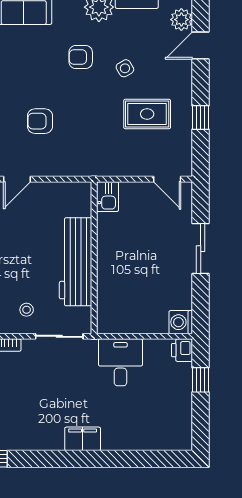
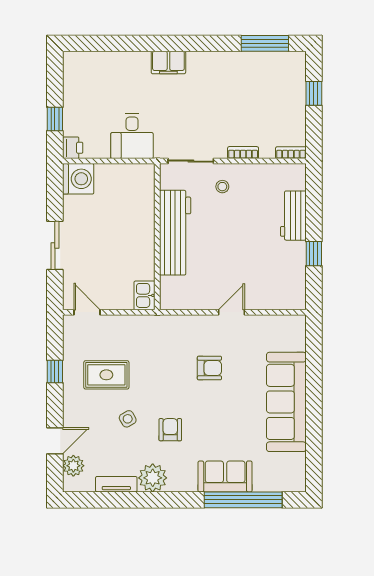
armchair: (81, 57) -> (170, 430), turned -90
washing machine: (181, 322) -> (78, 179), width x1.37, depth x1.37

